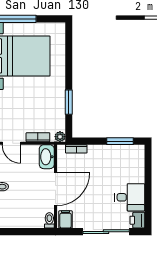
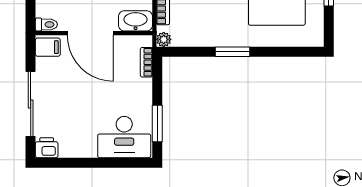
window: (69, 102) -> (232, 52), moved
desk: (130, 197) -> (124, 137), moved, width x1.37

